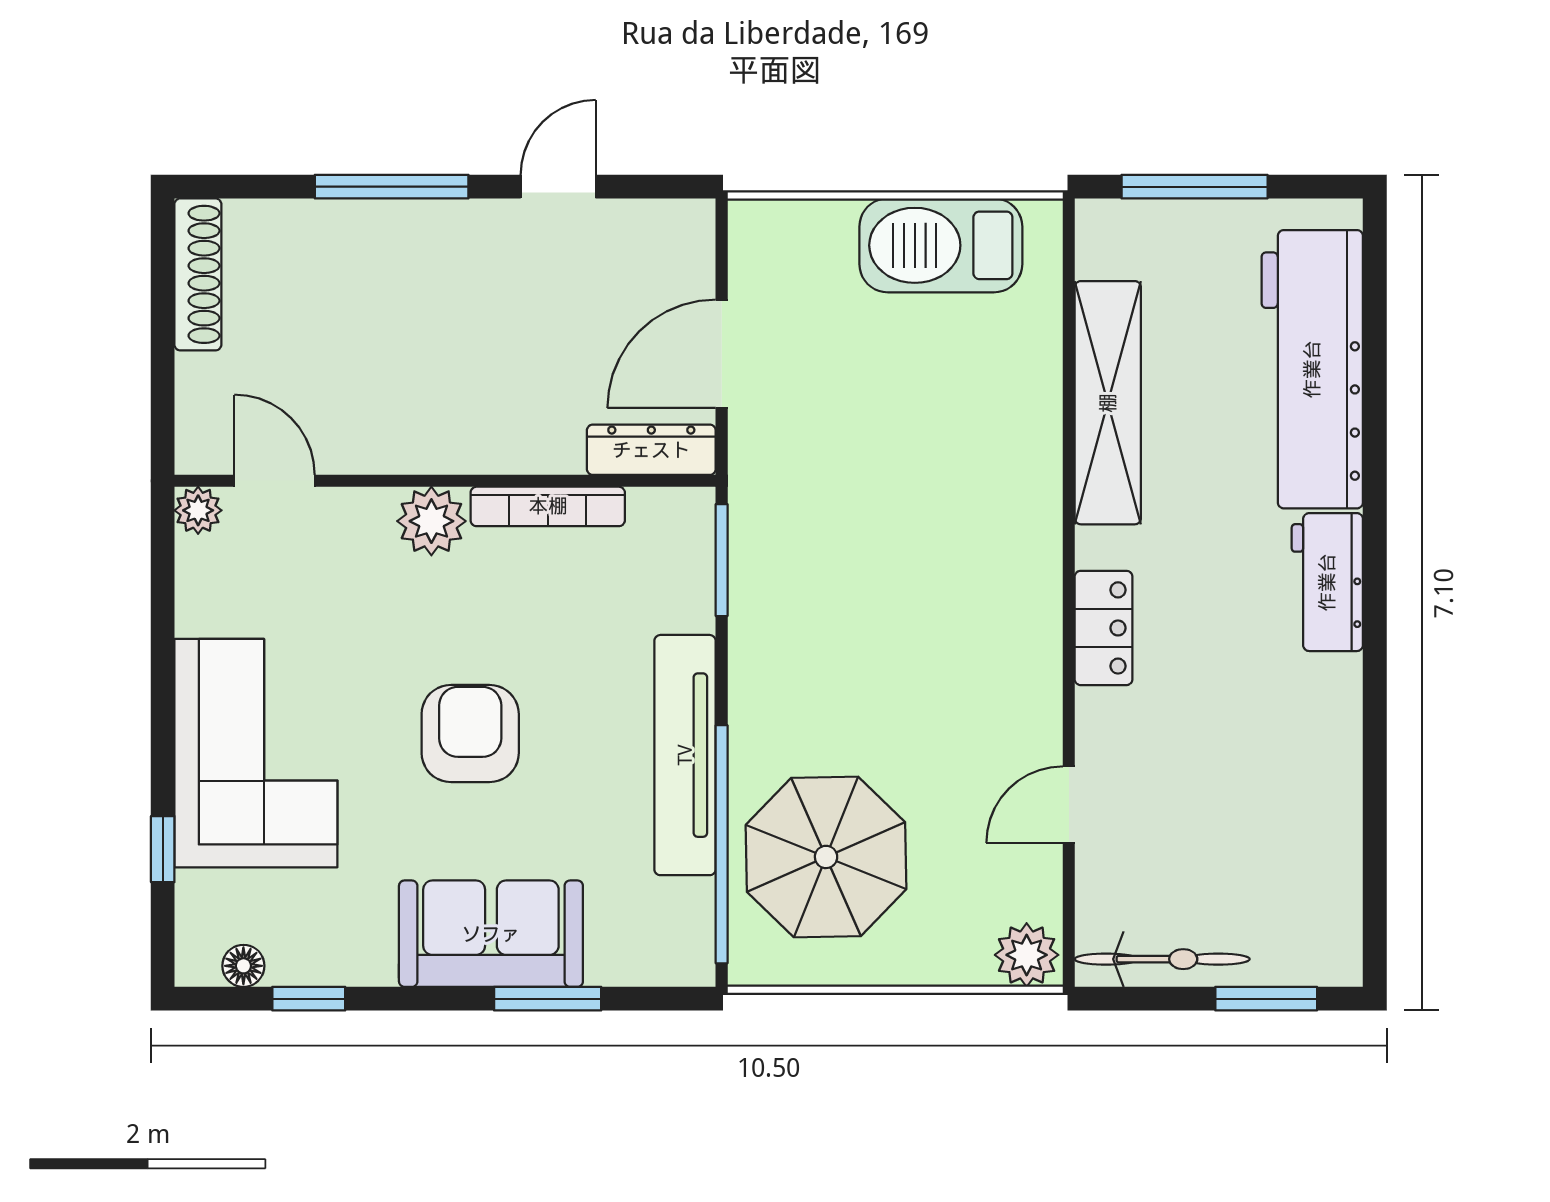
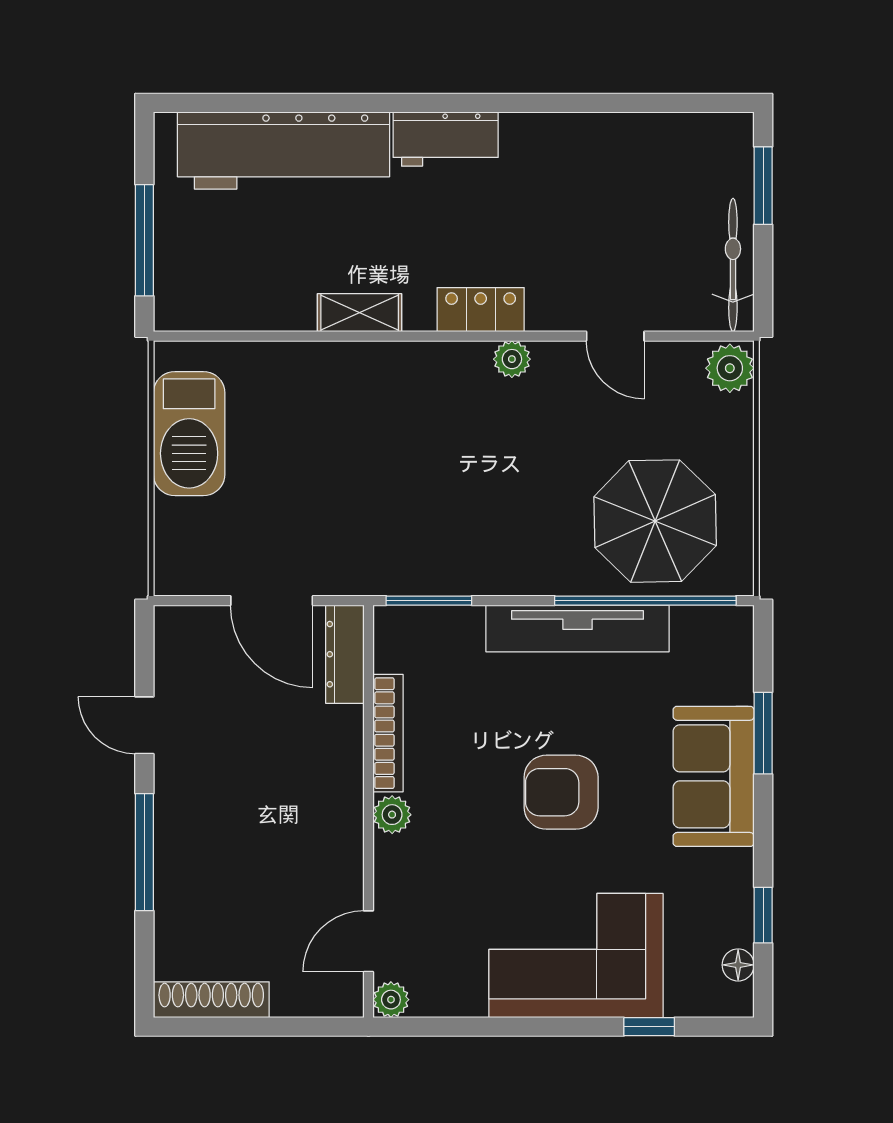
shelving: (1108, 403) -> (360, 313), width x0.45, depth x0.75
plant: (431, 521) -> (392, 815), width x0.73, depth x0.73
plant: (1039, 669) -> (512, 359), added

